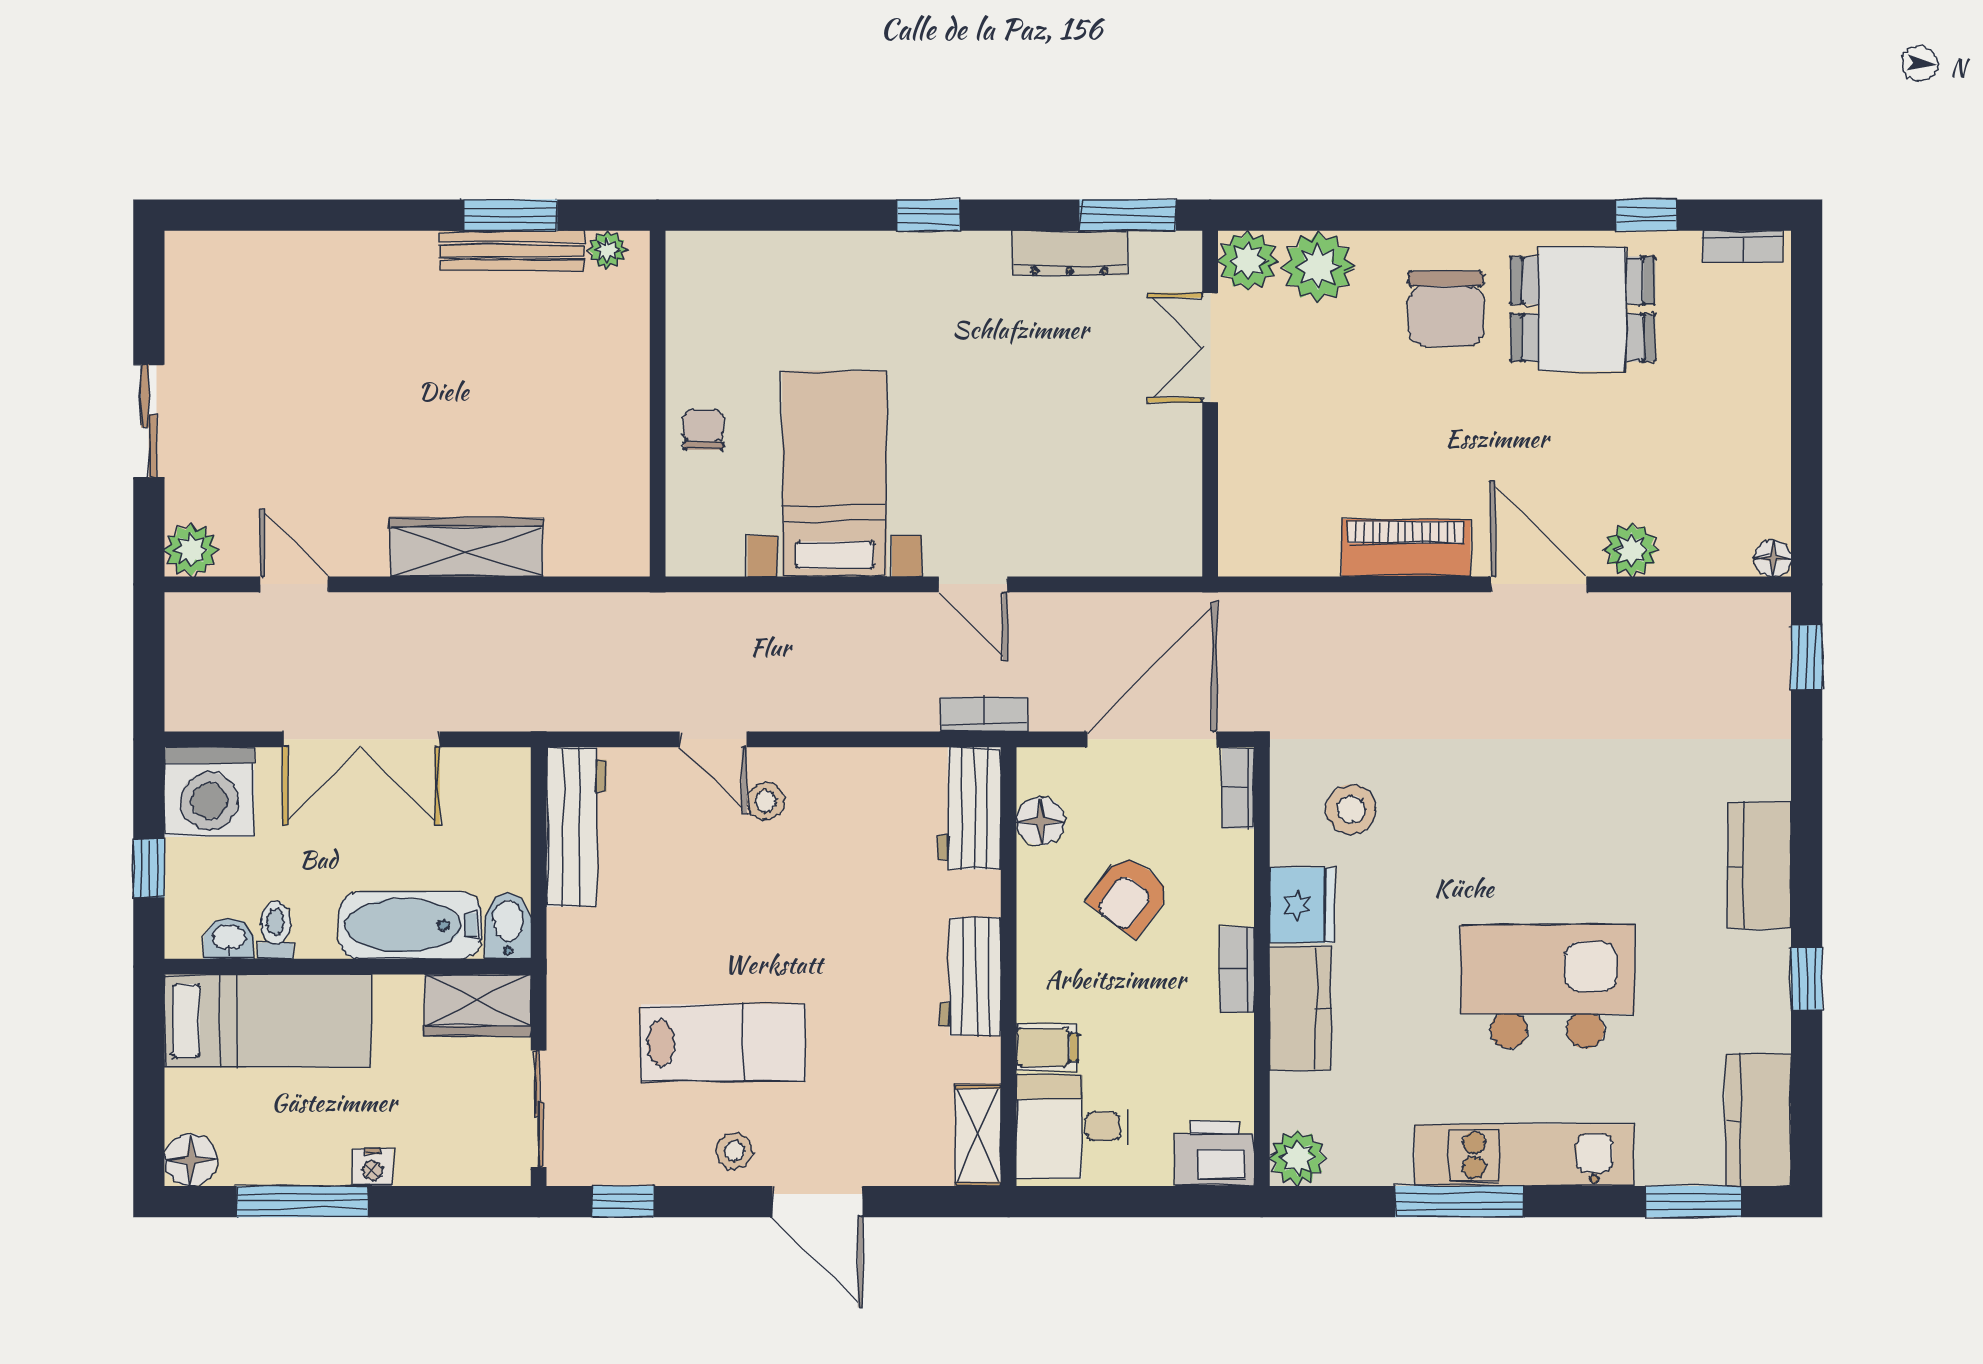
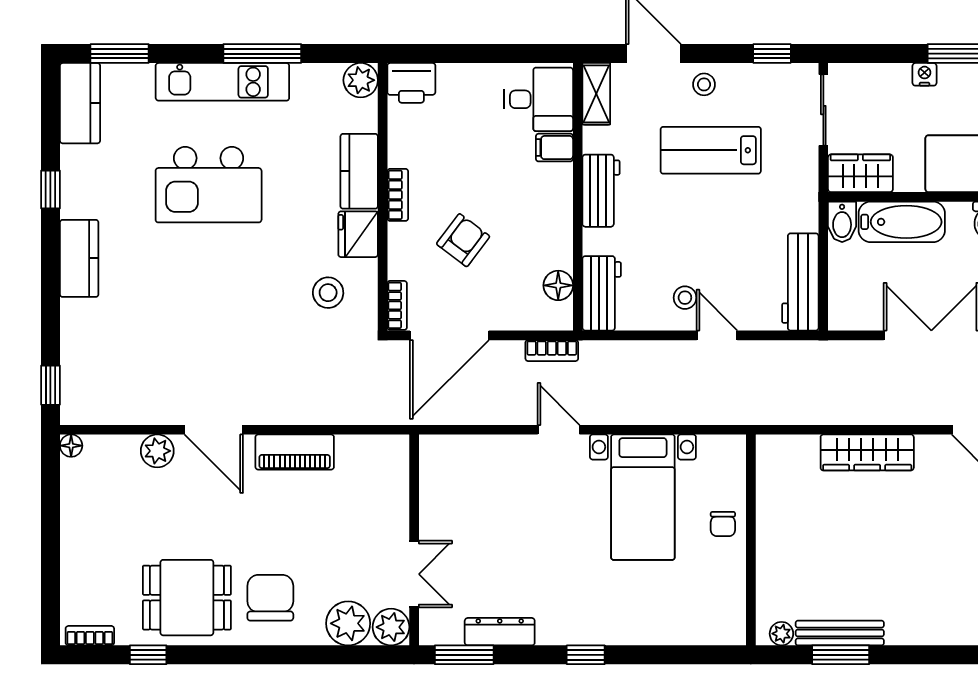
workbench: (969, 808) -> (602, 293), moved
floor lamp: (1041, 821) -> (558, 285), moved
wall: (1009, 967) -> (578, 197), moved
workbench: (970, 977) -> (601, 191), moved
filing cabinet: (1047, 1047) -> (554, 148), moved
desk: (1073, 1126) -> (539, 99), moved
shelving: (978, 1135) -> (596, 94), moved

